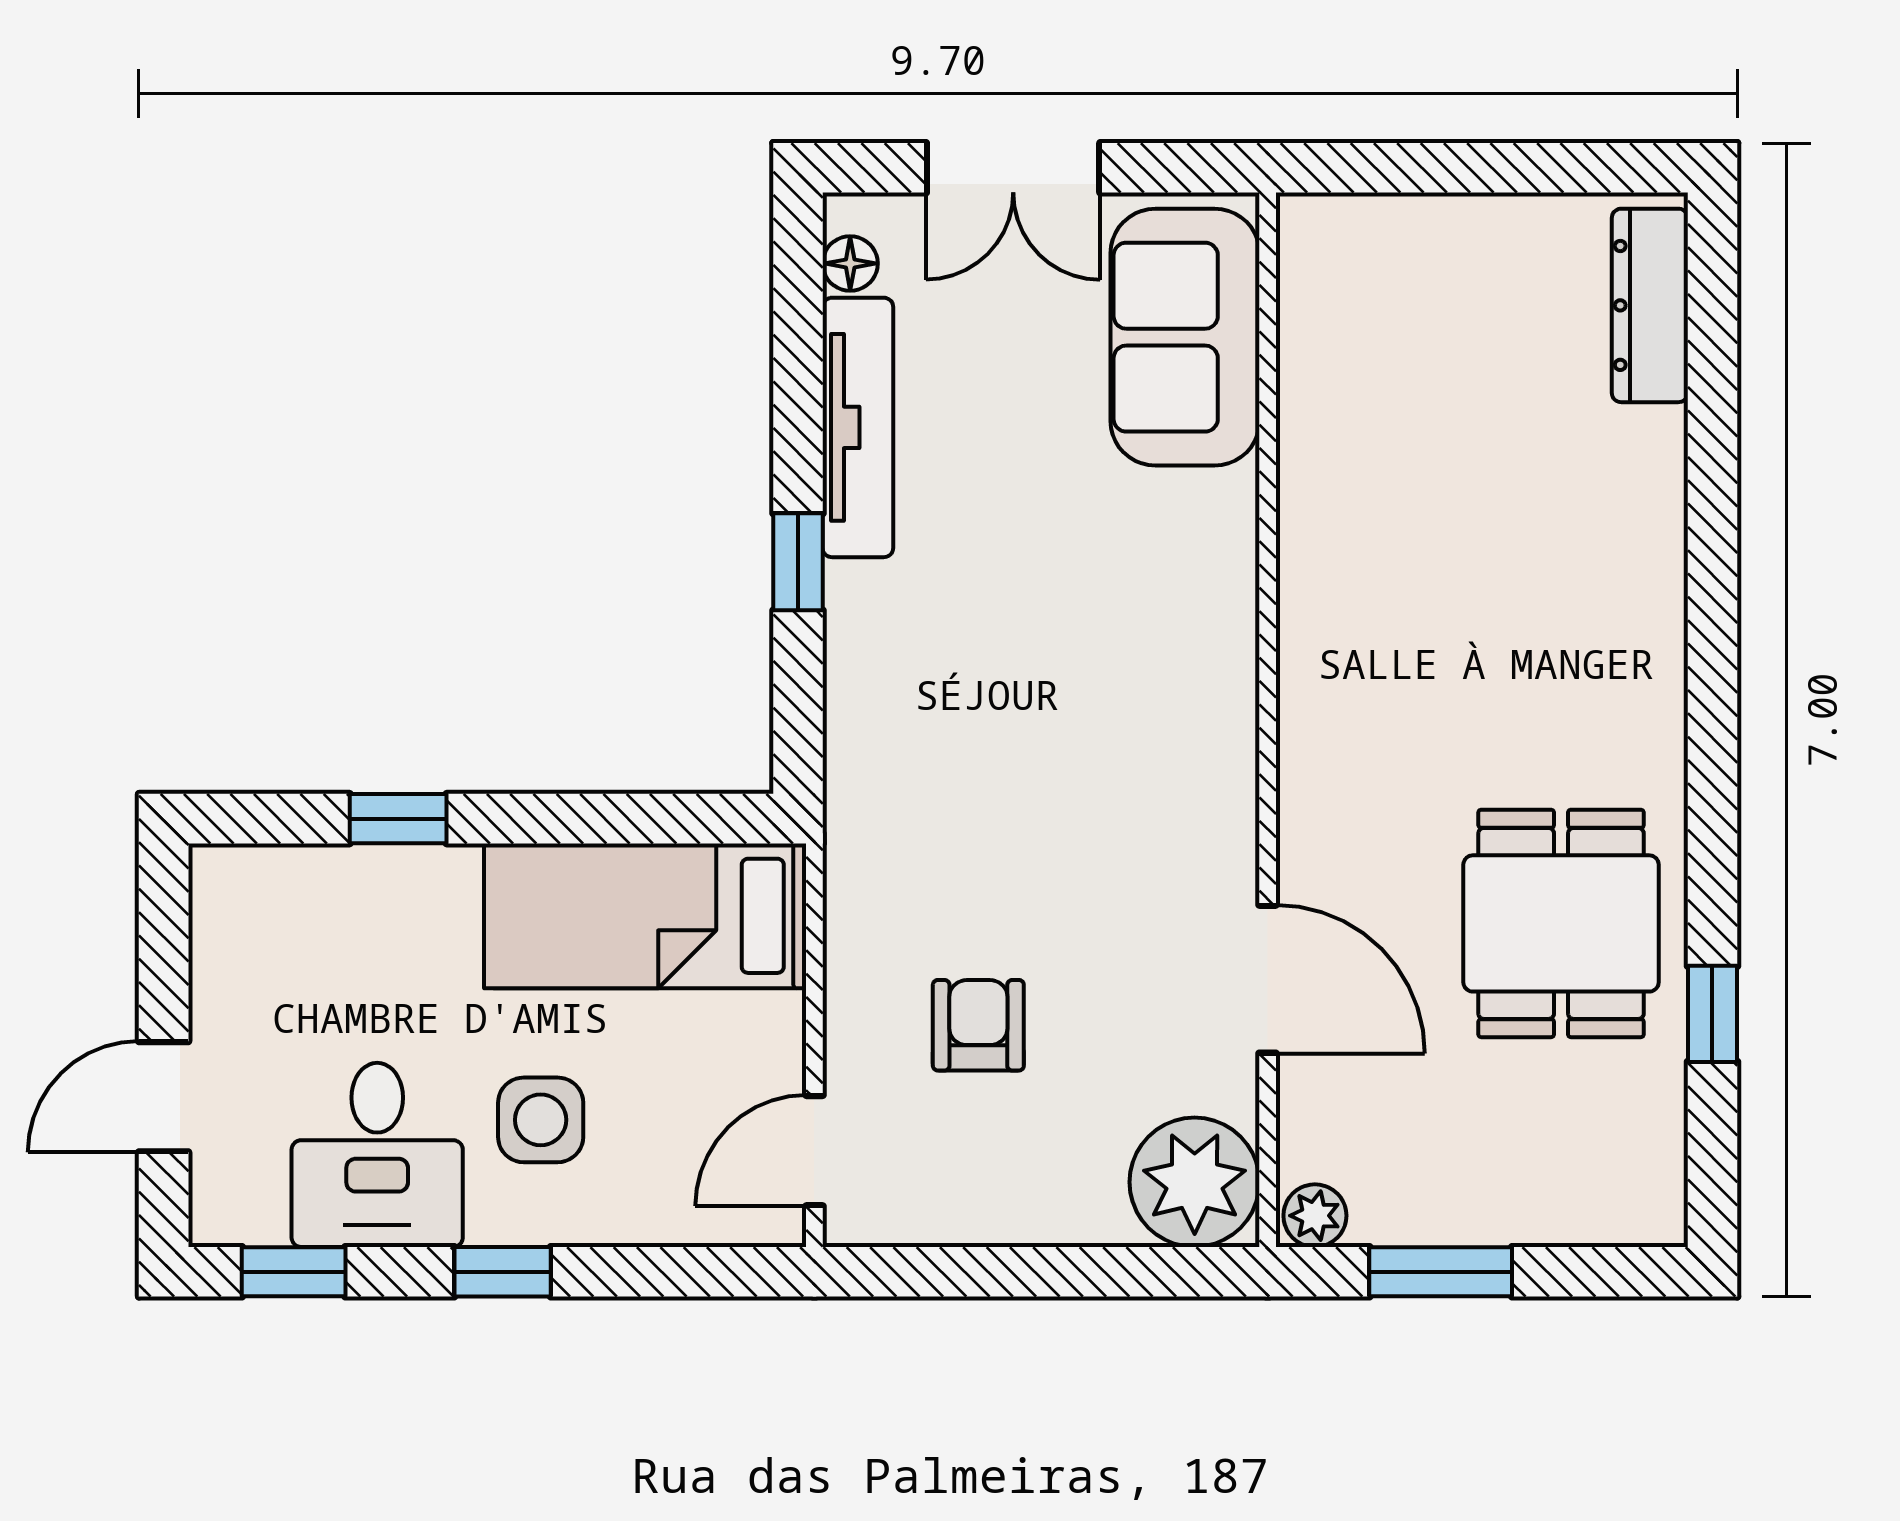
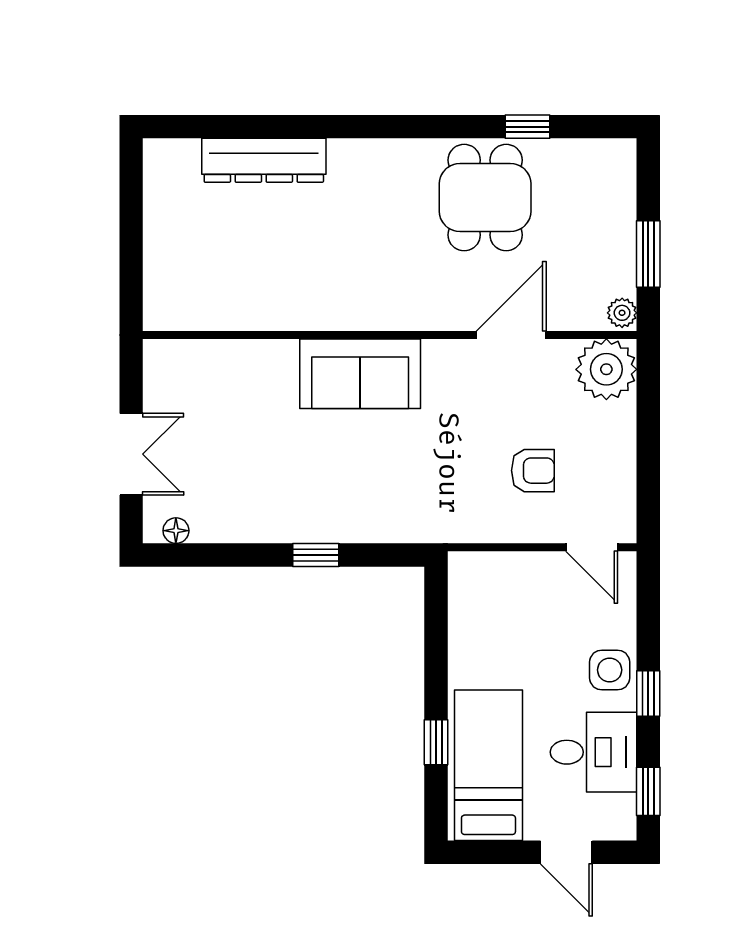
dresser: (1650, 305) -> (264, 160), moved, width x1.37, depth x1.24
sofa: (1185, 337) -> (360, 374), moved
tv unit: (858, 427) -> (253, 527), removed
bed: (645, 916) -> (488, 765), moved, turned 180
dining table: (1561, 923) -> (485, 198), turned 90
armchair: (978, 1025) -> (533, 471), turned 180
side table: (541, 1120) -> (610, 670), moved

